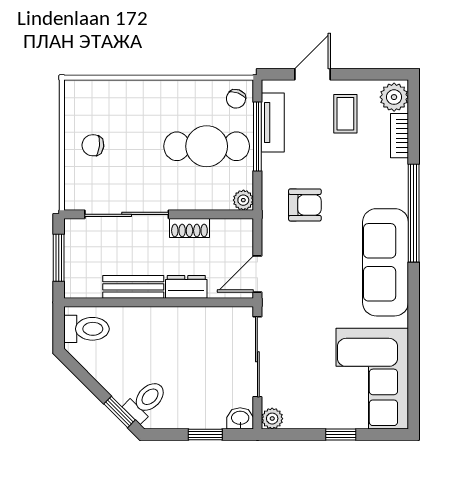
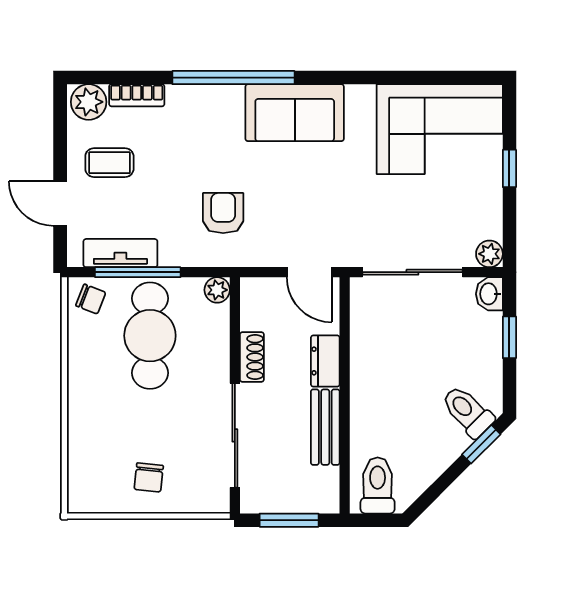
sofa: (385, 262) -> (295, 113), width x0.73

